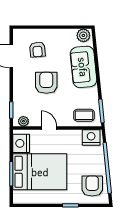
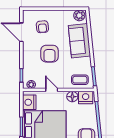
armchair: (46, 83) -> (50, 54), turned 180
floor lamp: (75, 136) -> (72, 97), added

